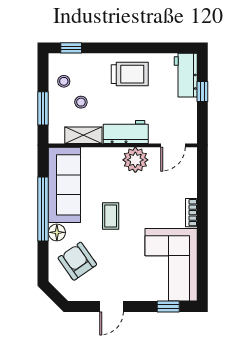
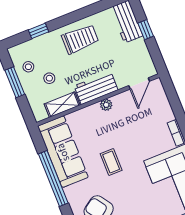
window: (71, 48) -> (38, 31), moved
window: (43, 108) -> (15, 82), moved
plant: (135, 160) -> (106, 105), width x0.53, depth x0.53
floor lamp: (57, 232) -> (72, 193), removed

